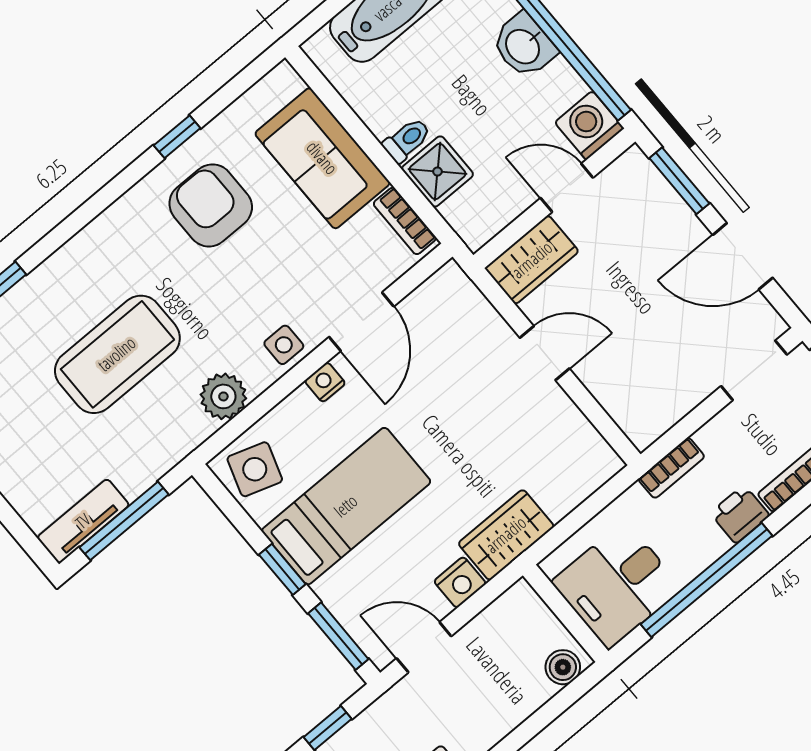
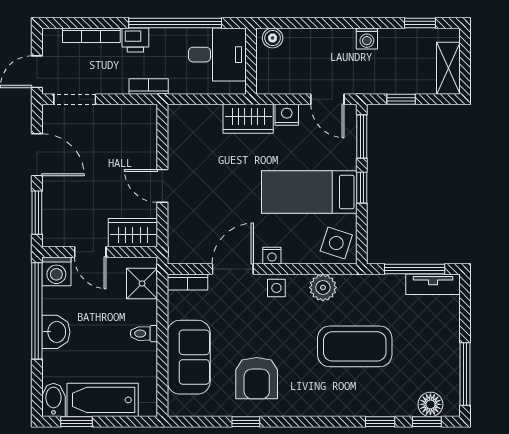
shower: (437, 171) -> (142, 283), moved
bookcase: (405, 221) -> (187, 282), moved, turned 90

